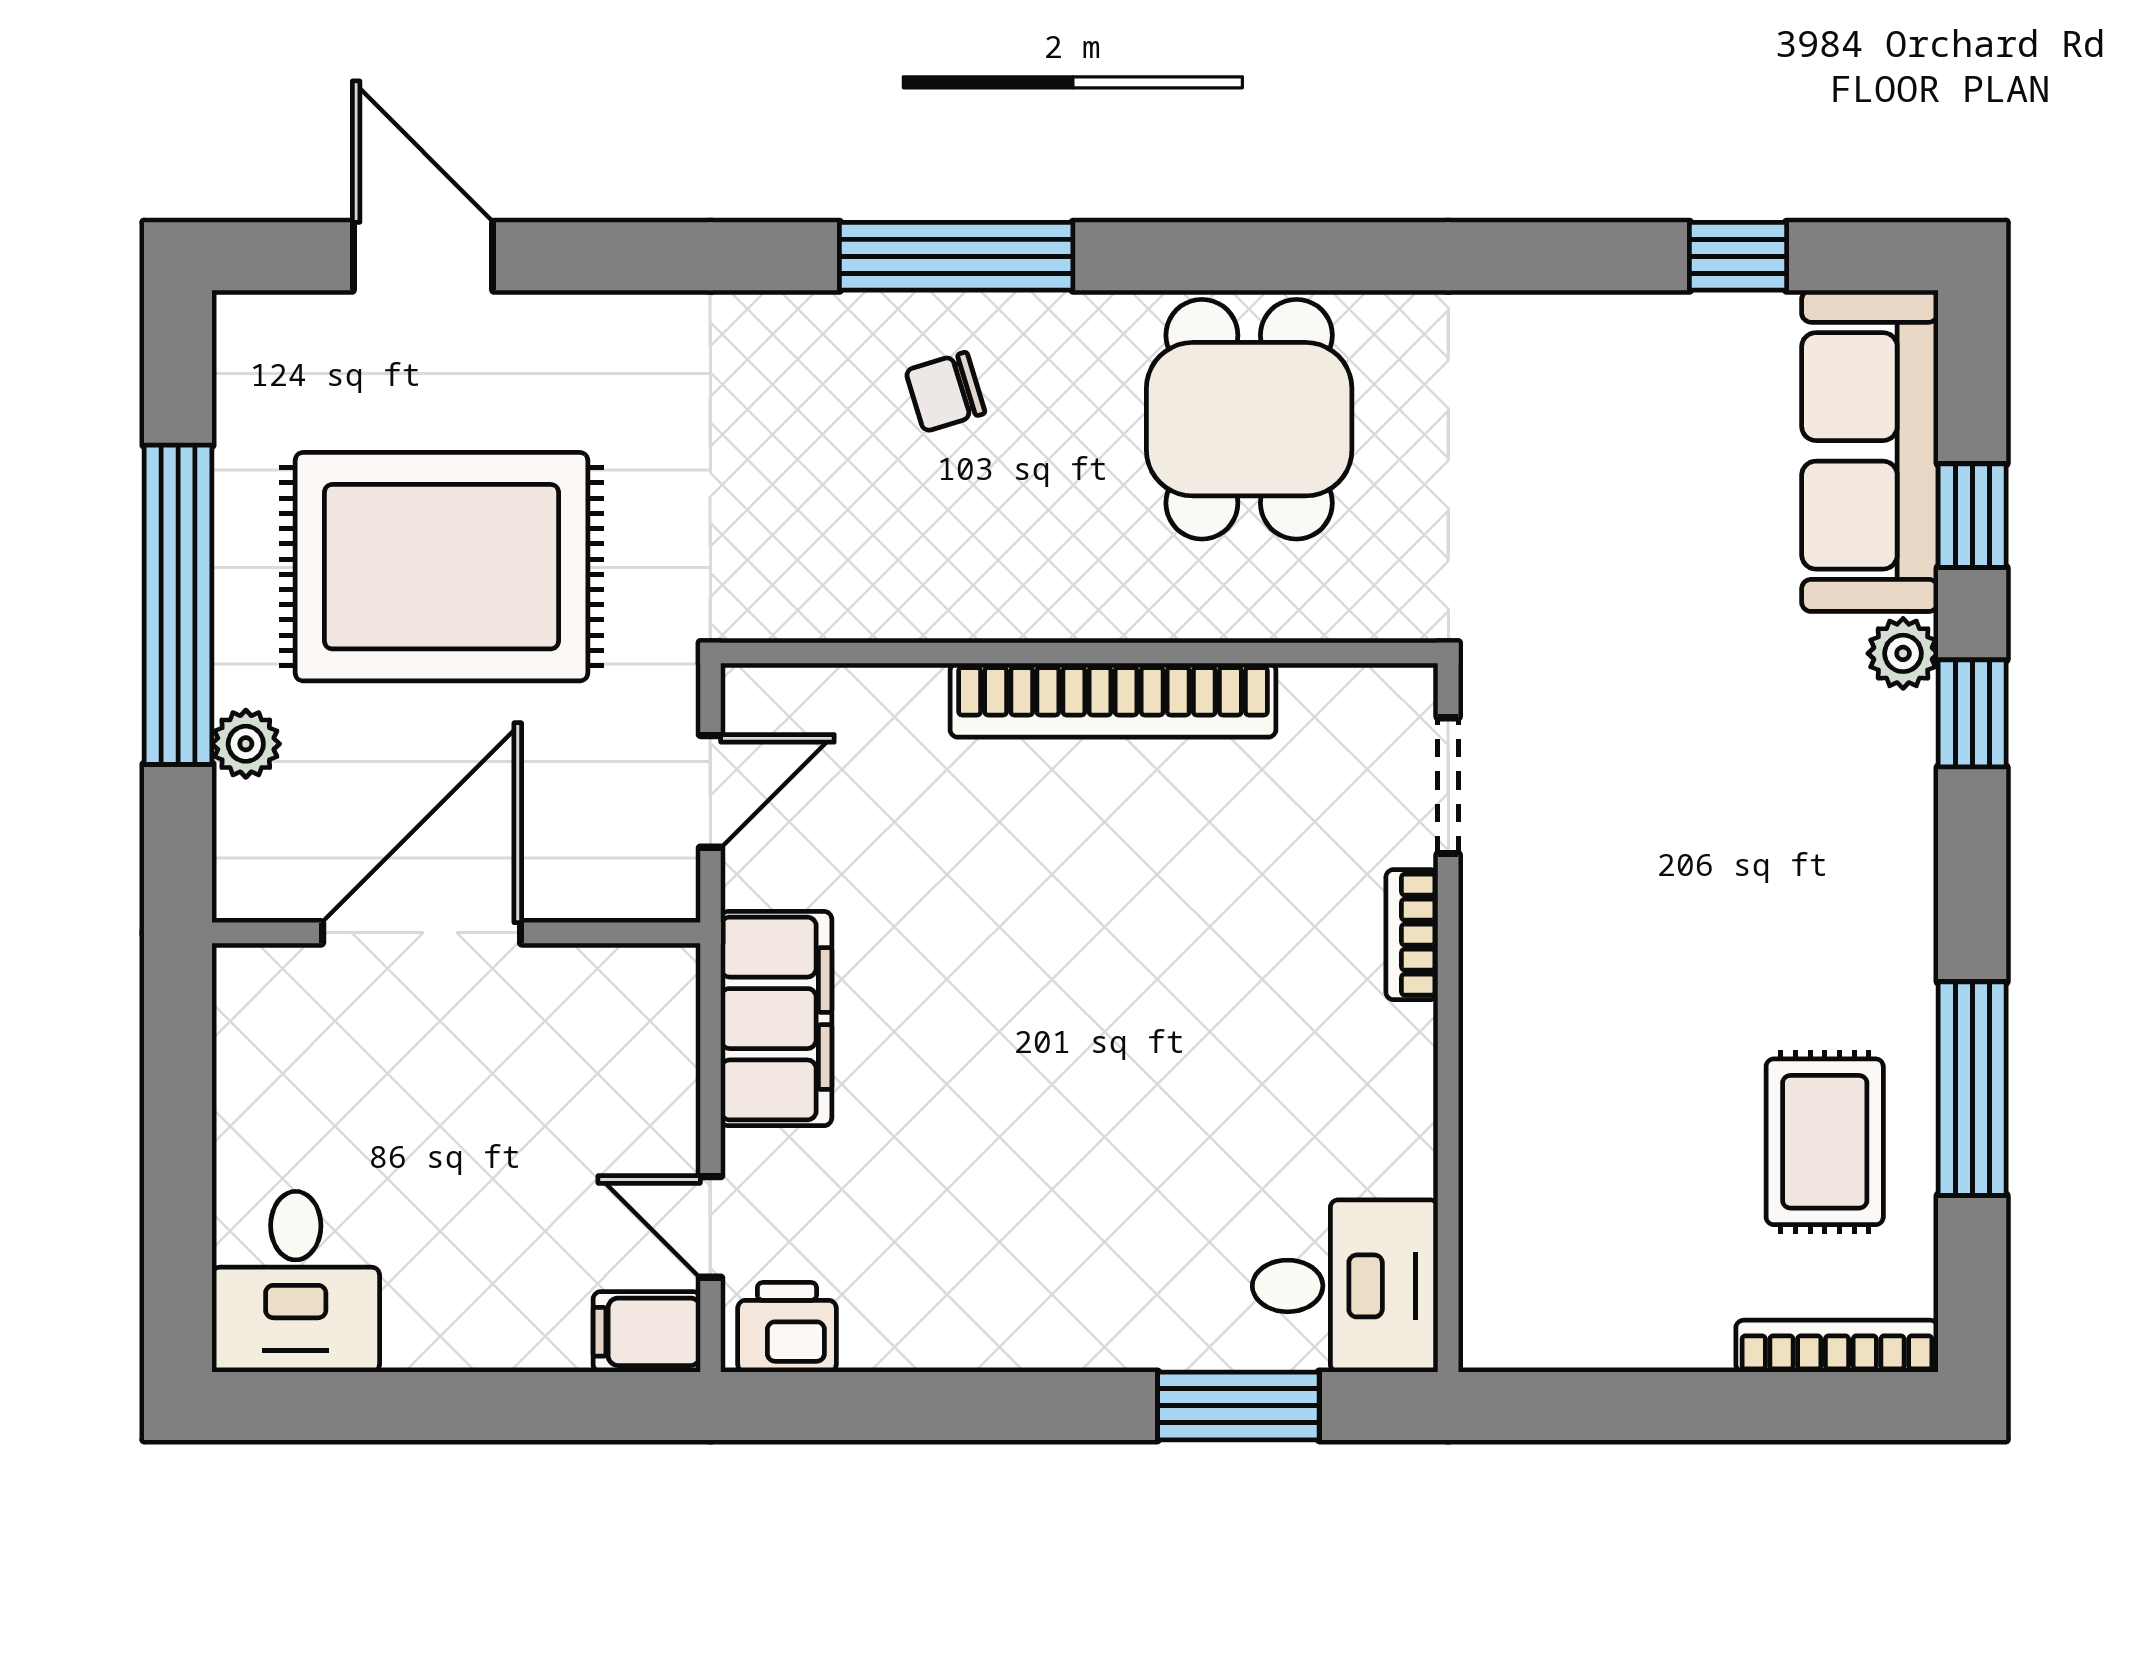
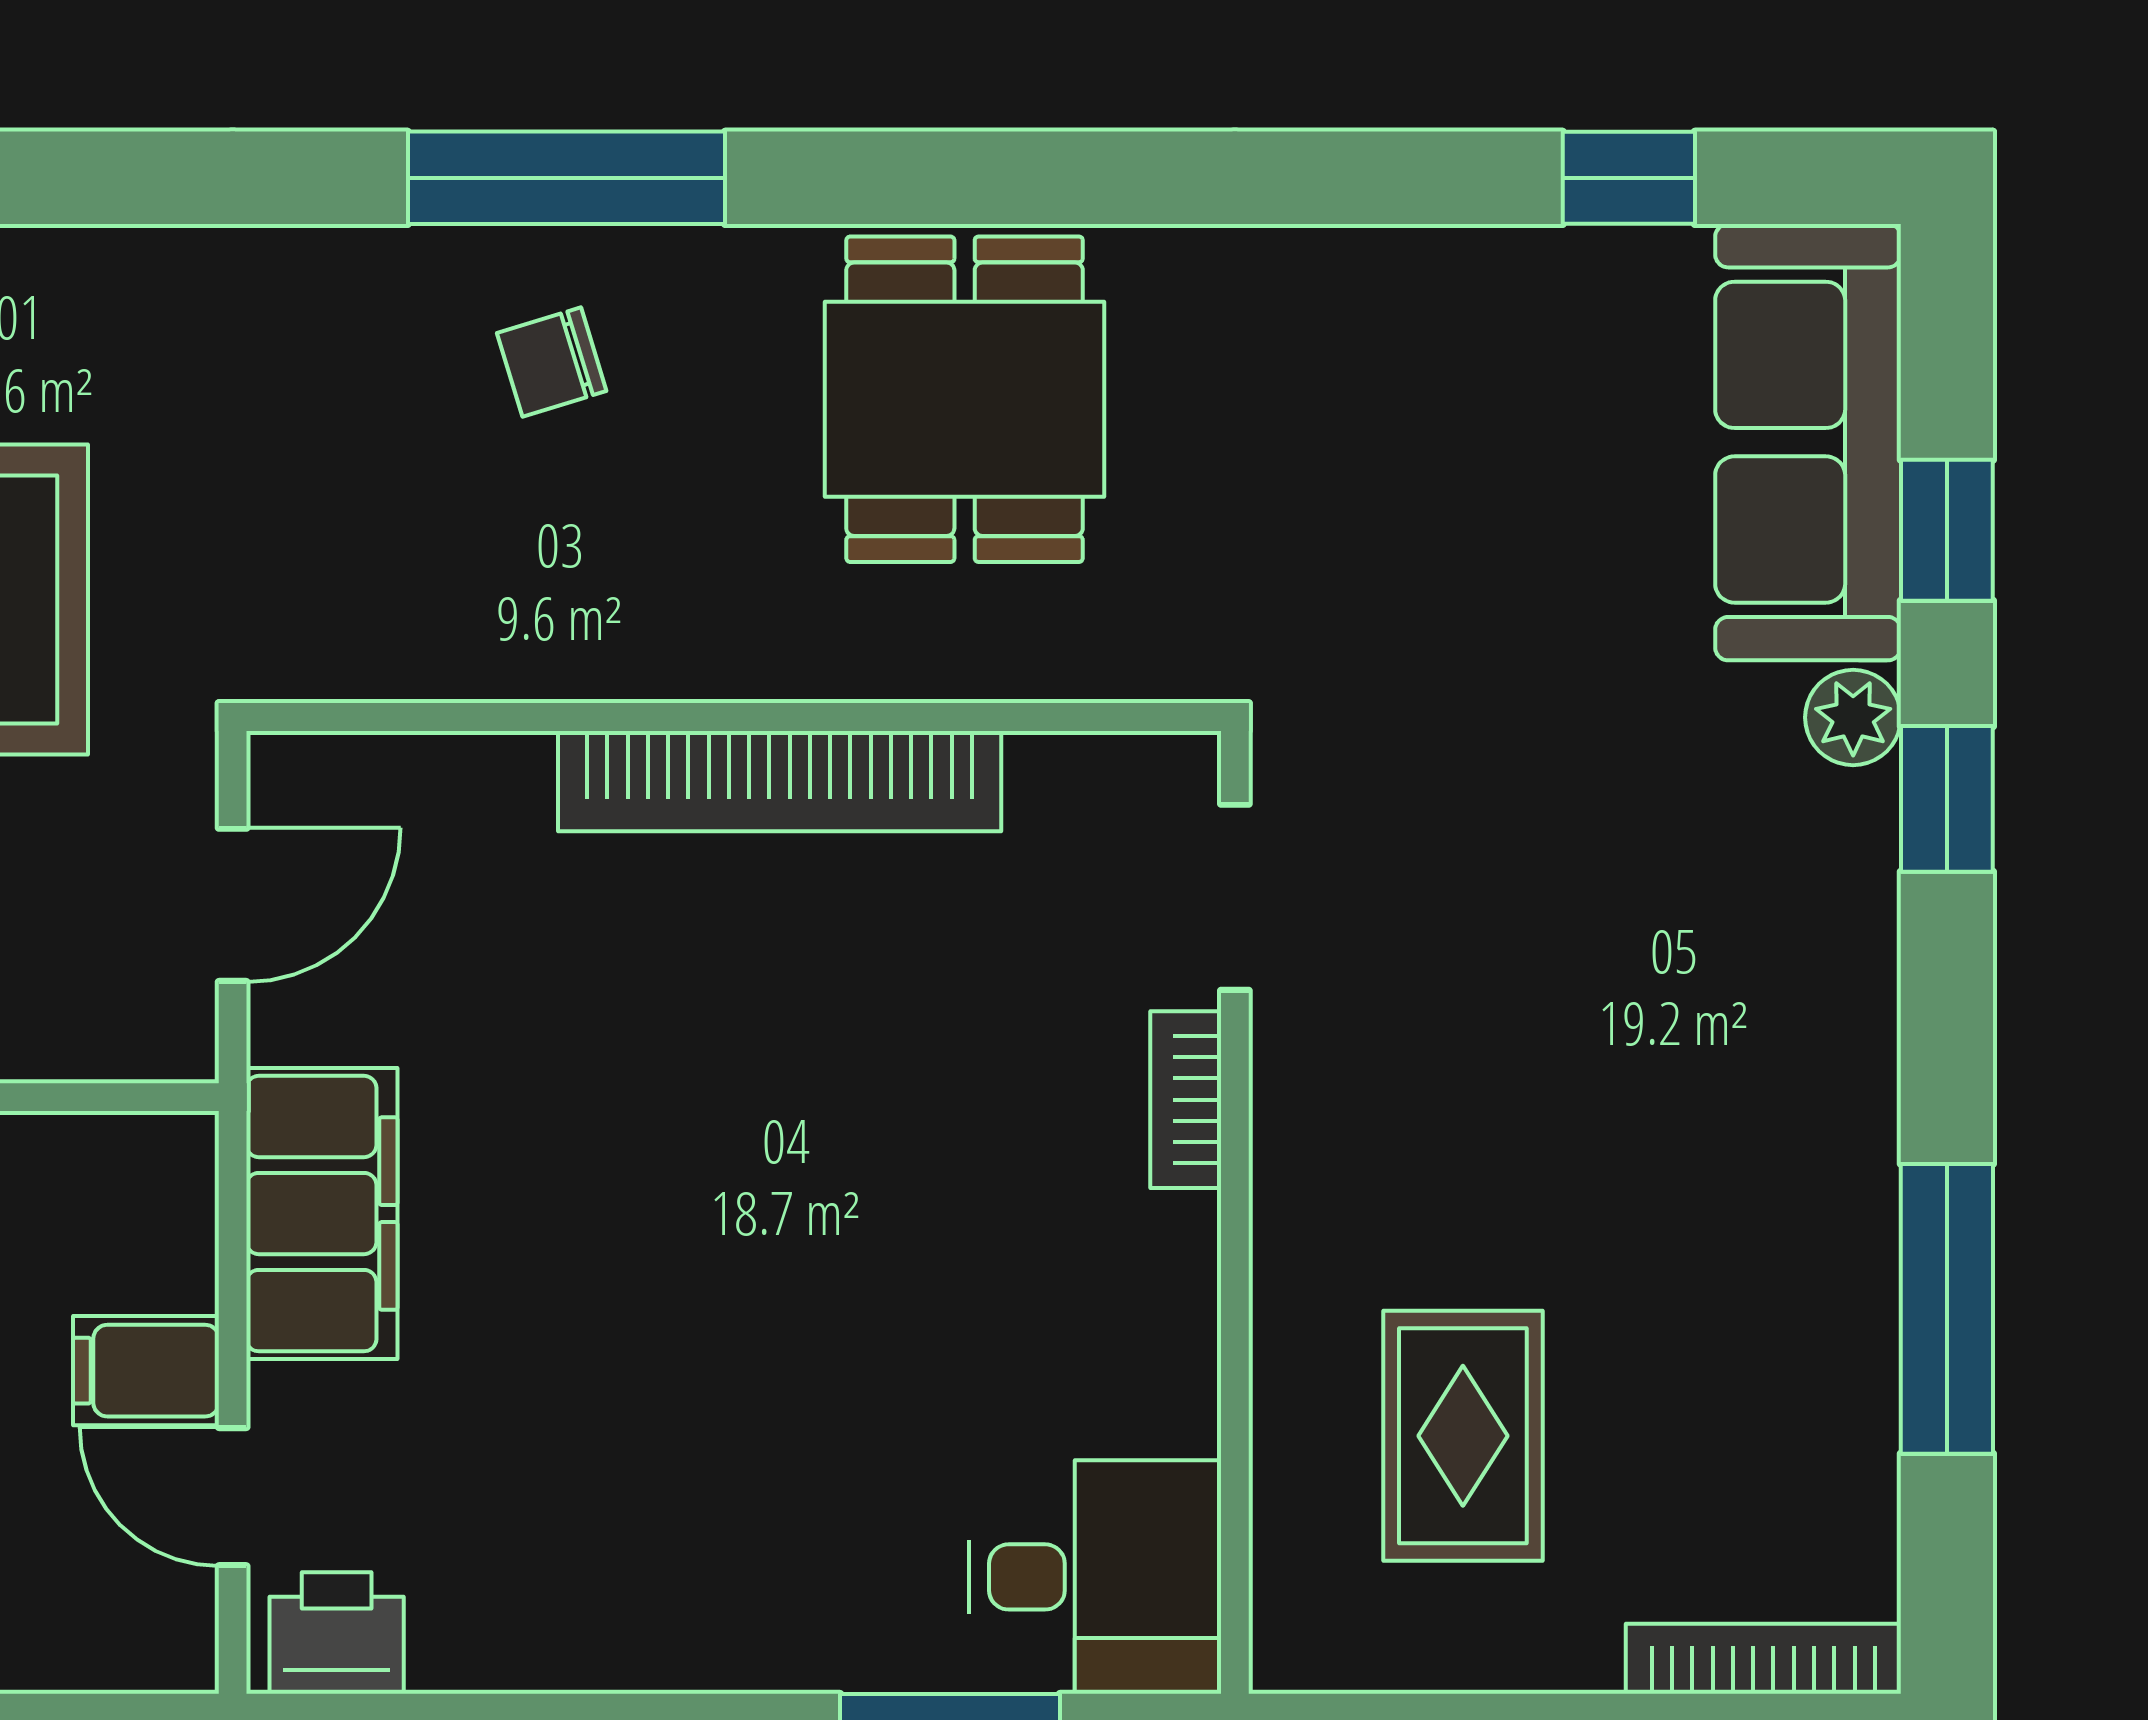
rug: (1825, 1142) -> (1463, 1436), moved
filing cabinet: (647, 1332) -> (146, 1371), moved

